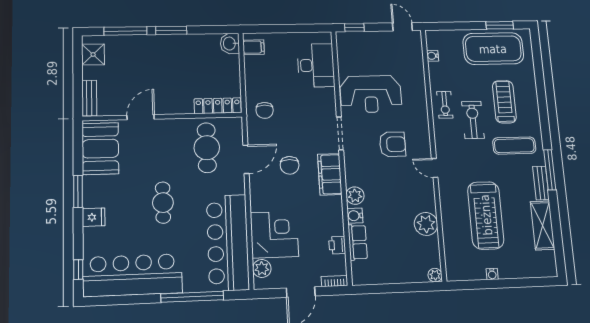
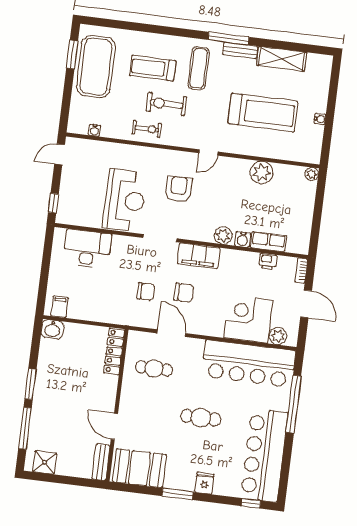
bench: (89, 98) -> (101, 462), moved, turned 90
chair: (265, 110) -> (146, 292), moved
cafe table: (207, 148) -> (154, 368), width x0.73, depth x0.74

